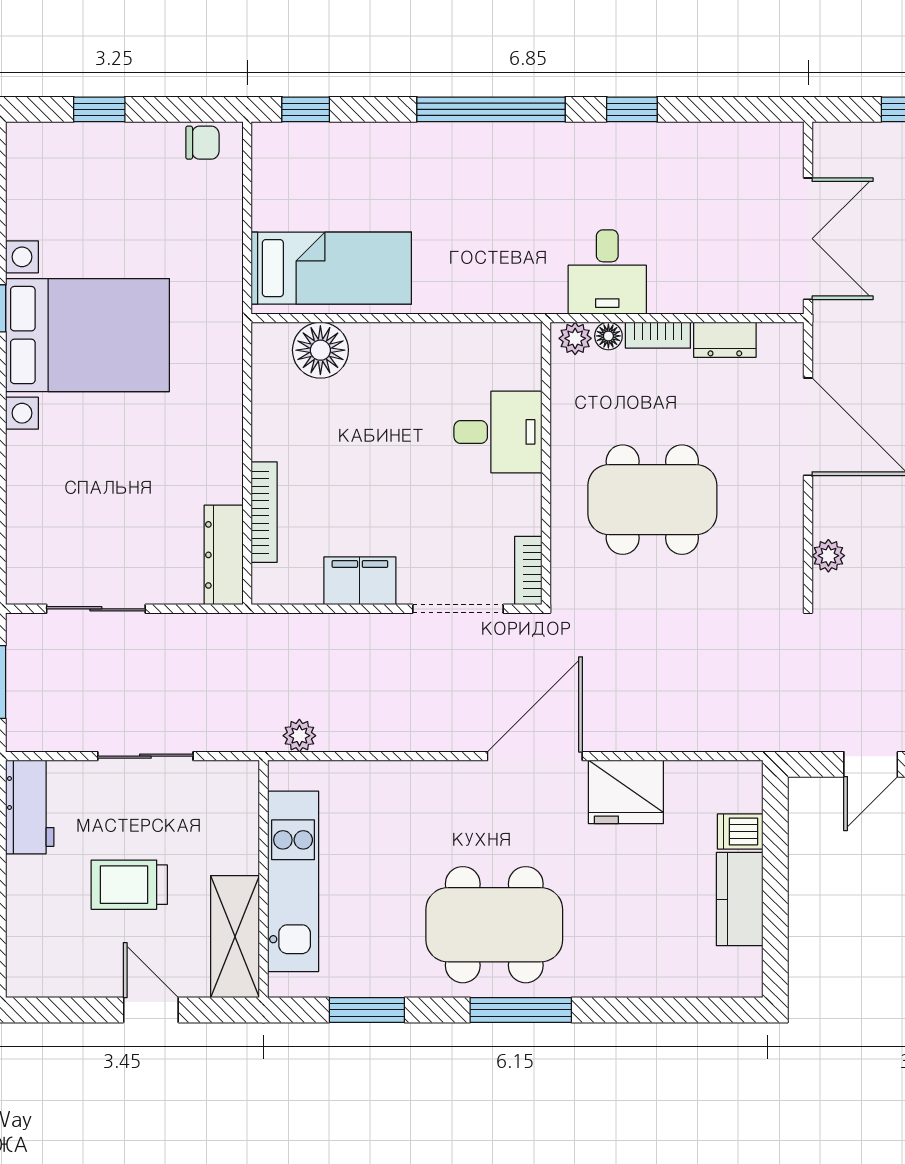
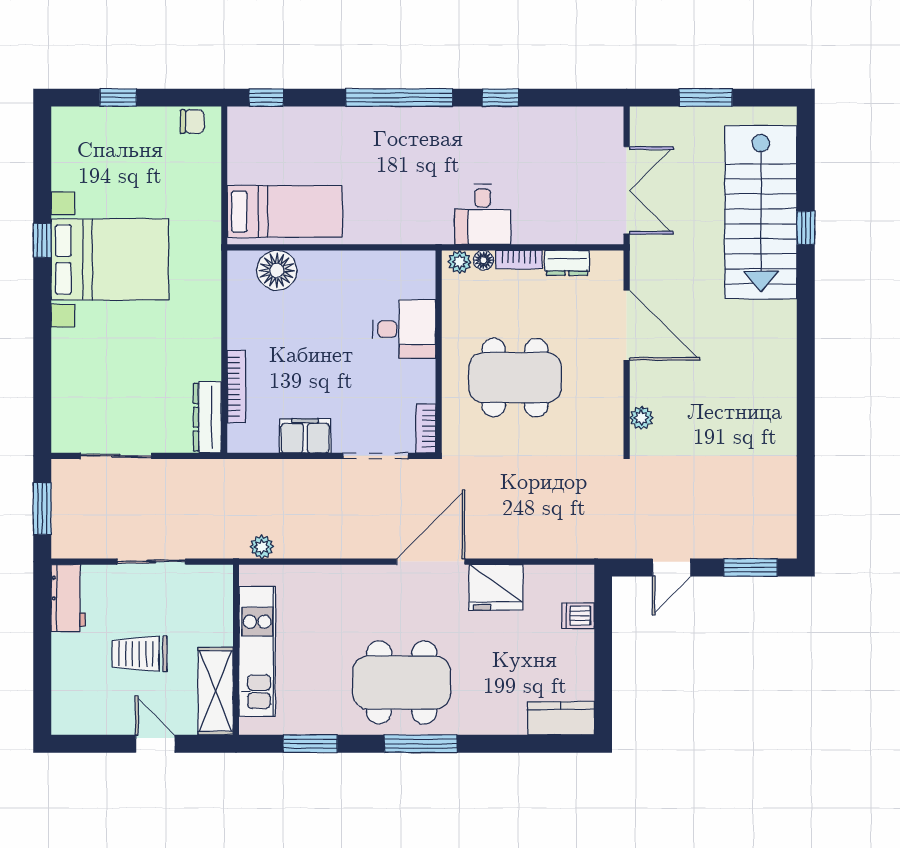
kitchen counter: (740, 899) -> (561, 718), moved, turned 90

